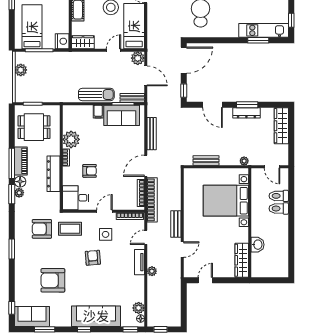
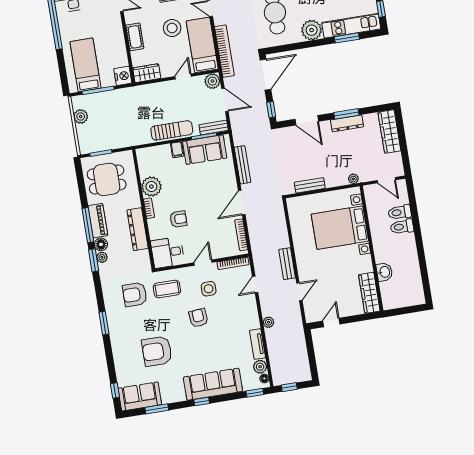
plant: (229, 29) -> (312, 30), added
bookcase: (152, 200) -> (224, 51), moved
tv unit: (139, 262) -> (258, 344), moved

